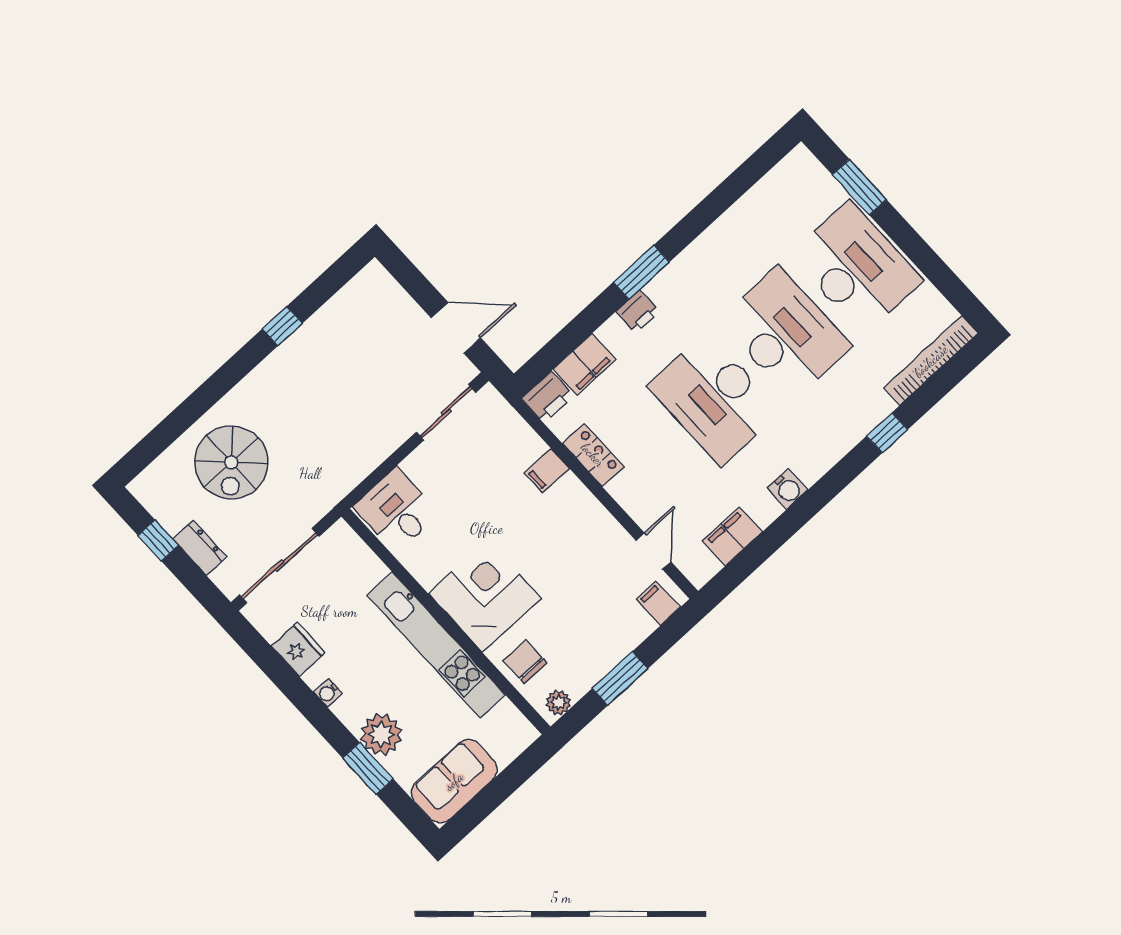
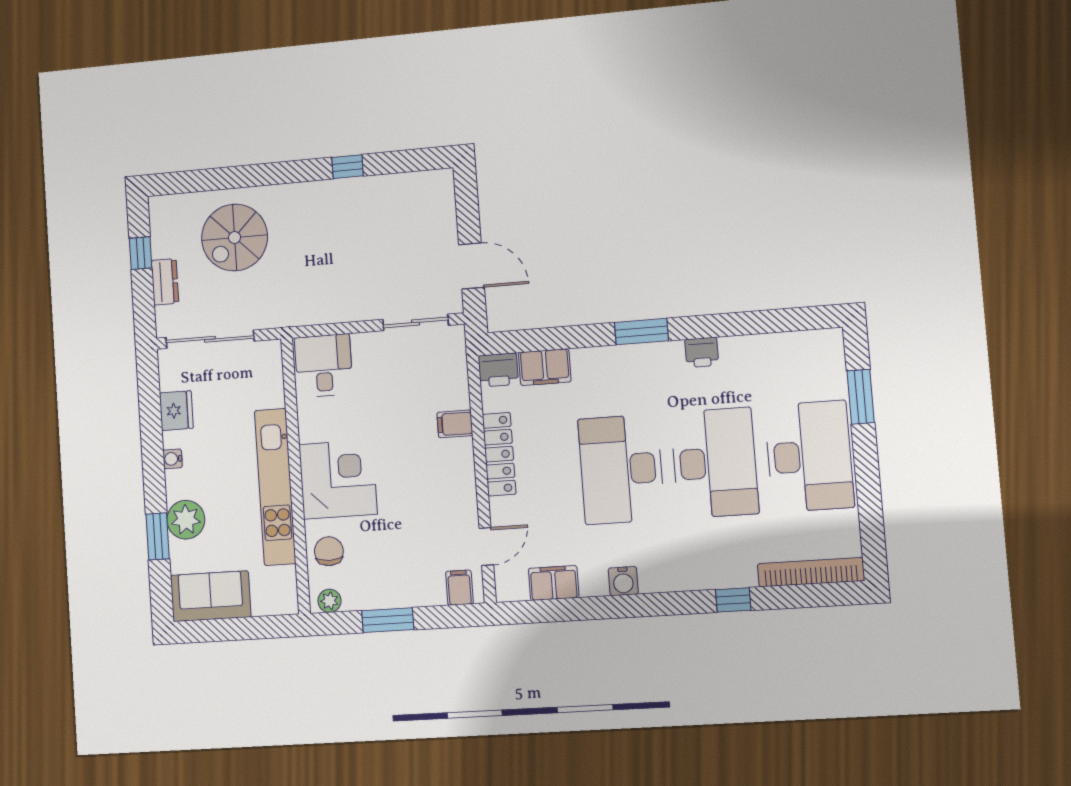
printer: (638, 312) -> (702, 352), moved
locker: (593, 455) -> (499, 454), width x1.53

